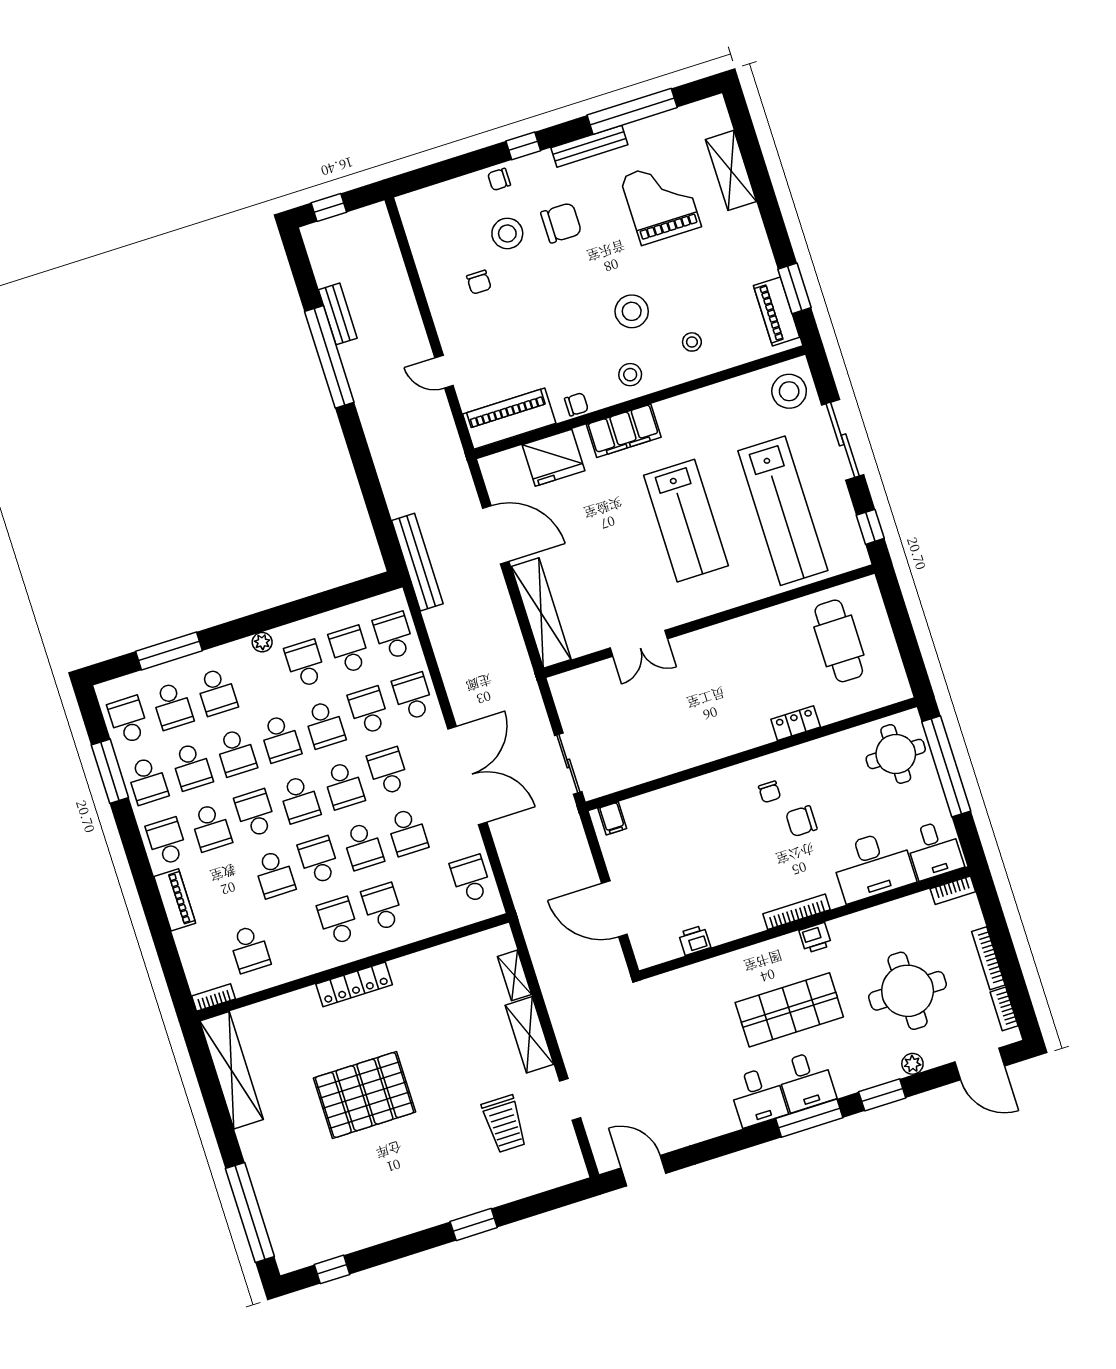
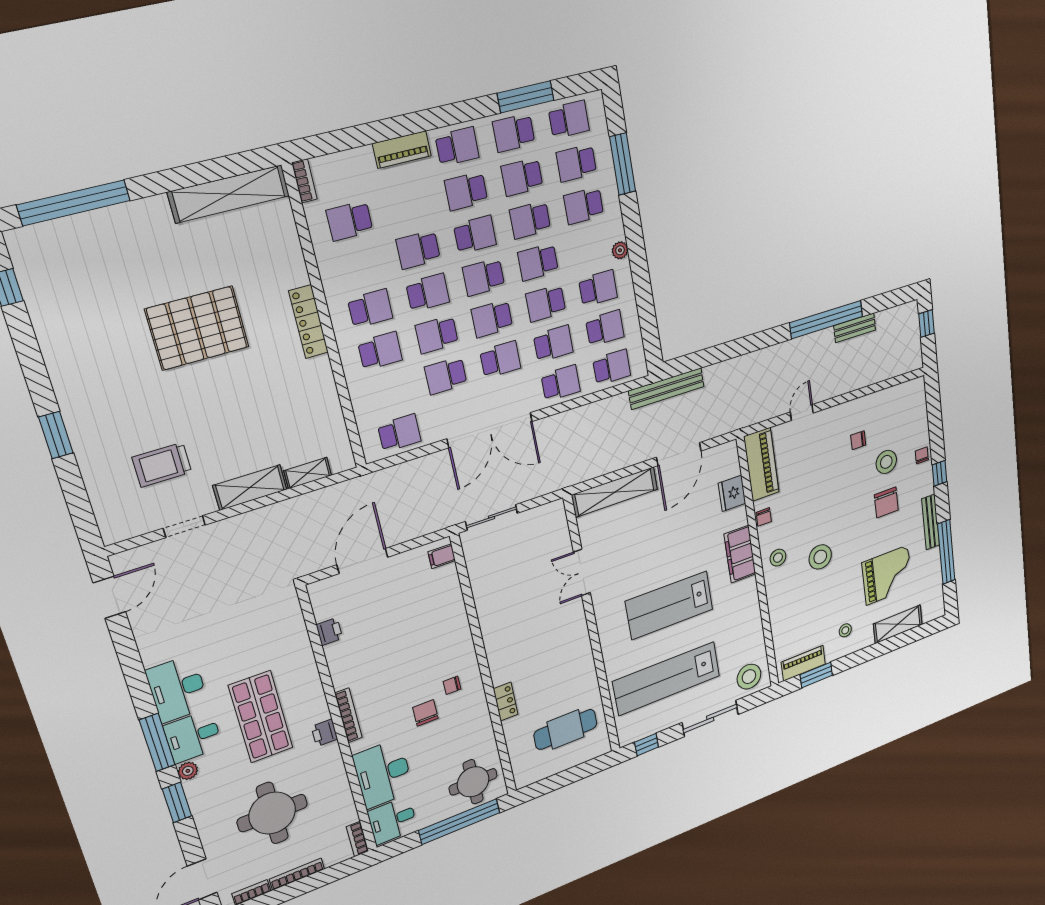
stool: (692, 342) -> (845, 630), moved
fridge: (553, 458) -> (732, 493), width x0.73, depth x0.75
plant: (912, 1064) -> (188, 771), moved
pallet: (364, 1095) -> (197, 328), turned 90
desk: (758, 1097) -> (178, 689), width x1.37

